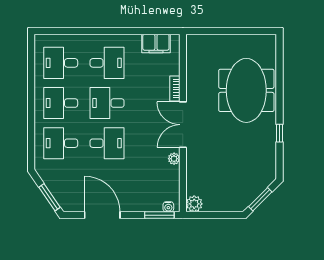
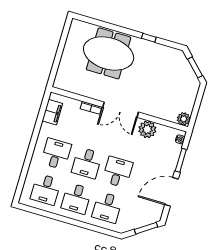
plant: (174, 159) -> (147, 129), width x1.88, depth x1.88
window: (159, 215) -> (181, 160), moved

